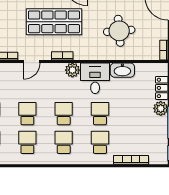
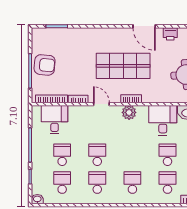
door: (32, 61) -> (101, 104), swing flipped
plant: (72, 70) -> (129, 112), moved
school desk: (64, 114) -> (132, 155), removed

